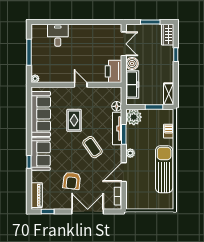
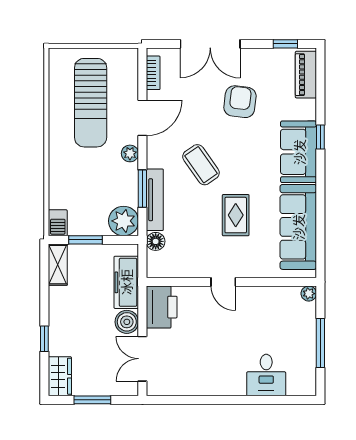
barbecue: (169, 131) -> (58, 223), moved
sun lounger: (164, 169) -> (91, 103), moved

